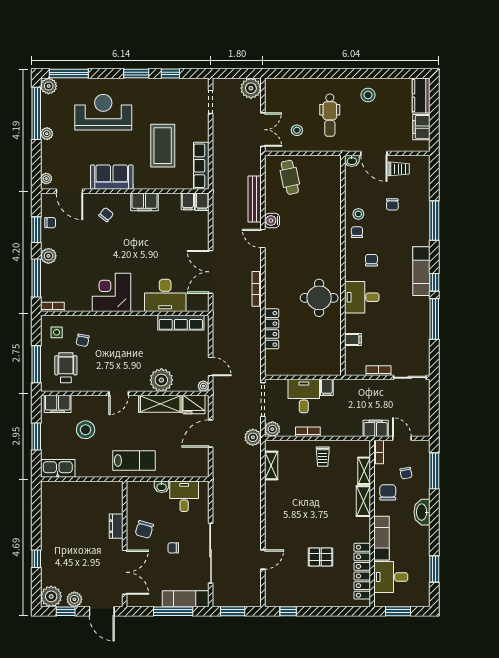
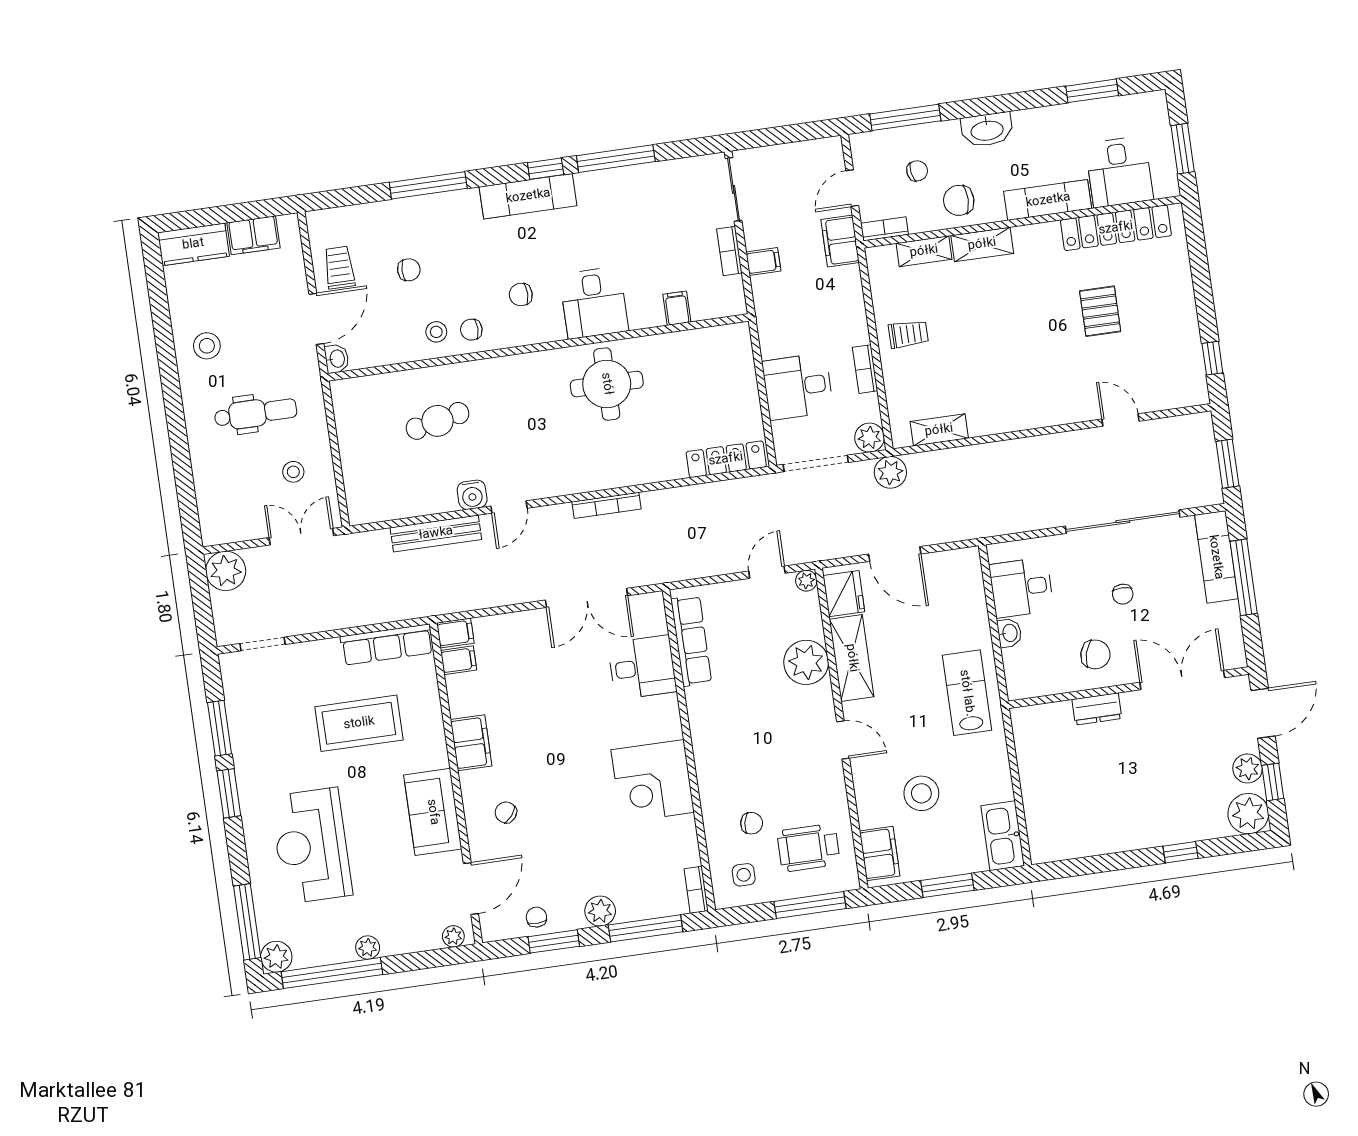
window: (170, 74) -> (220, 728), width x1.50
cafe table: (290, 177) -> (438, 421), moved
desk: (165, 295) -> (642, 667), width x0.73
locker: (272, 329) -> (726, 459), moved
filing cabinet: (327, 387) -> (763, 262), moved

